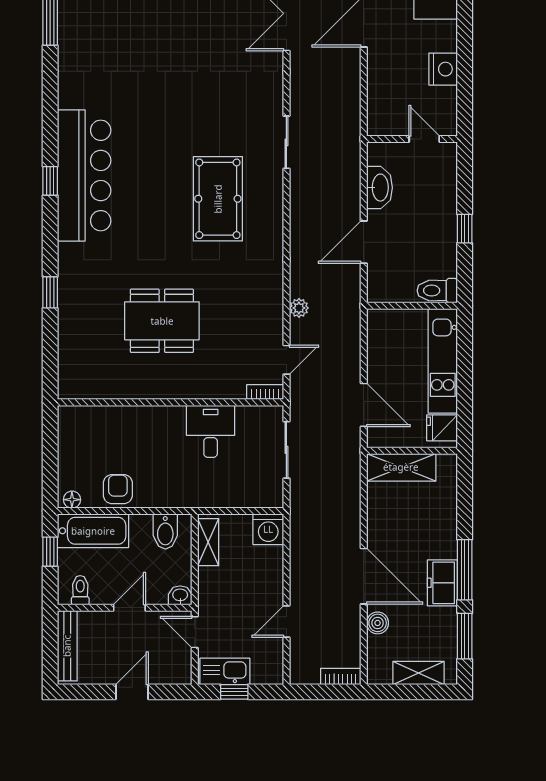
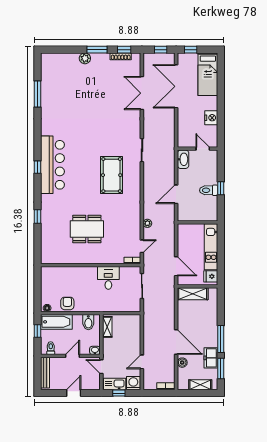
washbasin: (380, 188) -> (183, 159), moved
toilet: (437, 291) -> (209, 190), moved
washing machine: (268, 529) -> (133, 383), moved, turned 180
freezer: (442, 583) -> (211, 358), moved

